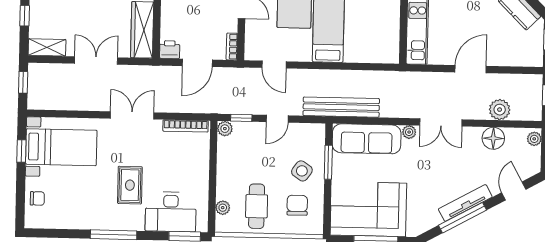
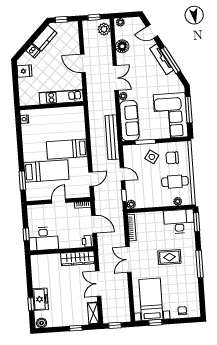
plant: (500, 110) -> (104, 29), moved
desk: (171, 212) -> (179, 221), moved, turned -90

